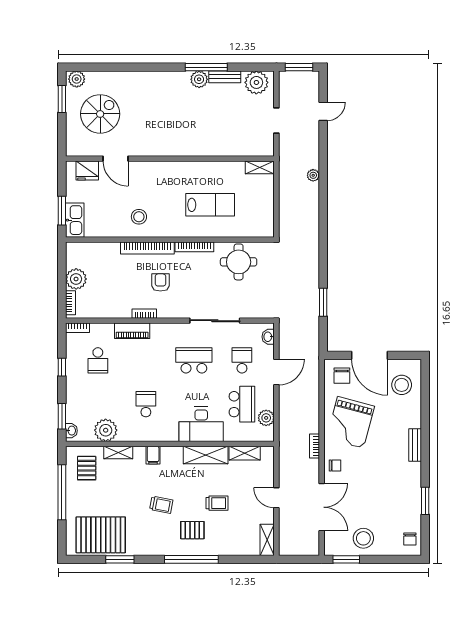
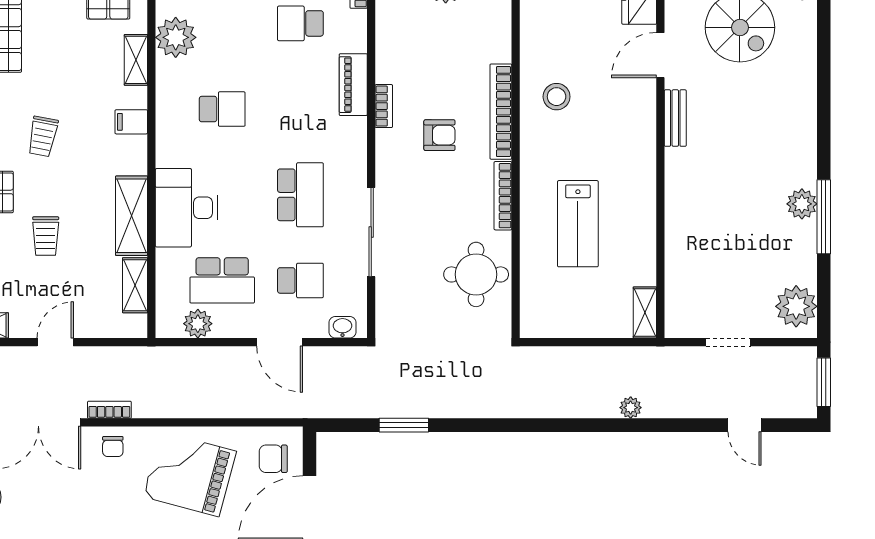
bench: (225, 77) -> (675, 118), moved
bookcase: (314, 446) -> (109, 410), moved

